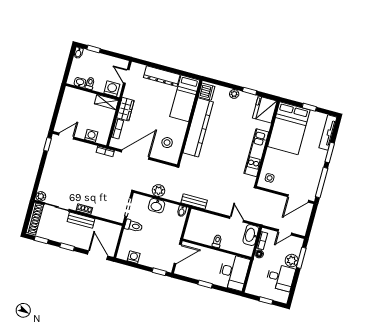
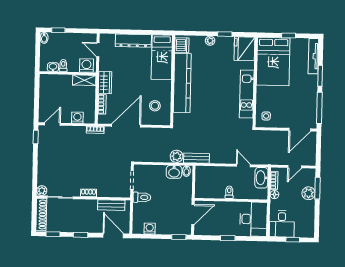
plant: (158, 191) -> (177, 156), moved
washbasin: (156, 206) -> (174, 172), moved
bench: (81, 220) -> (111, 205), moved
desk: (280, 277) -> (282, 224), moved, turned 90

